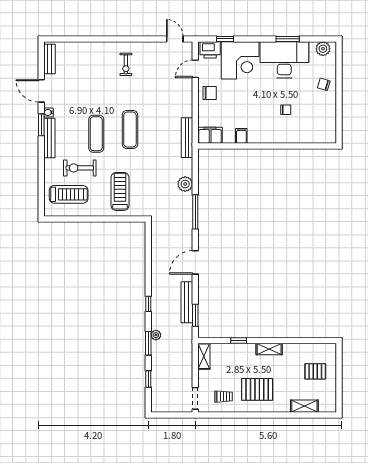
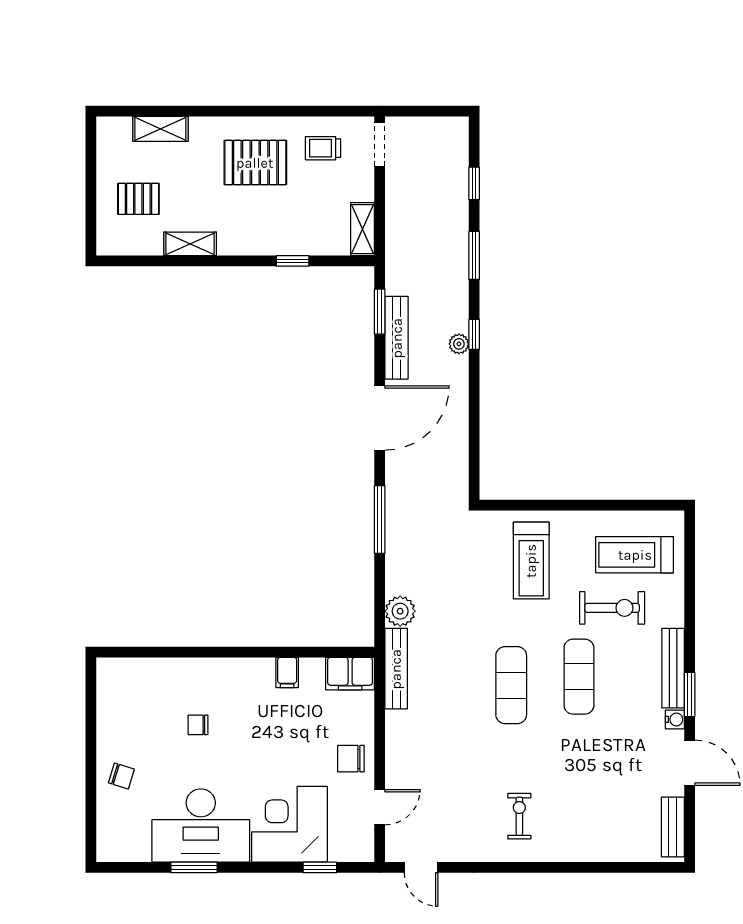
plant: (323, 49) -> (123, 848), removed
printer: (210, 50) -> (350, 845), removed
plant: (185, 184) -> (400, 611), moved
door: (195, 262) -> (380, 418), width x1.36
plant: (156, 335) -> (459, 344), moved
shelving: (269, 349) -> (190, 244), moved

